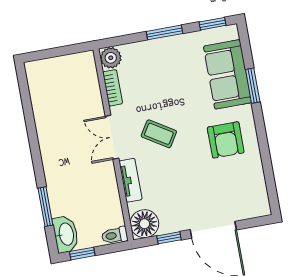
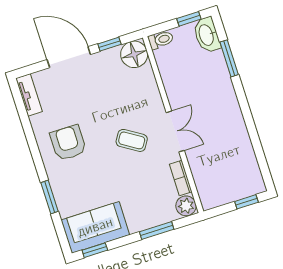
window: (165, 32) -> (157, 230), moved
window: (47, 54) -> (246, 202), added
sofa: (227, 74) -> (95, 227), moved, turned -90
tv unit: (130, 180) -> (29, 95), moved, turned 180

